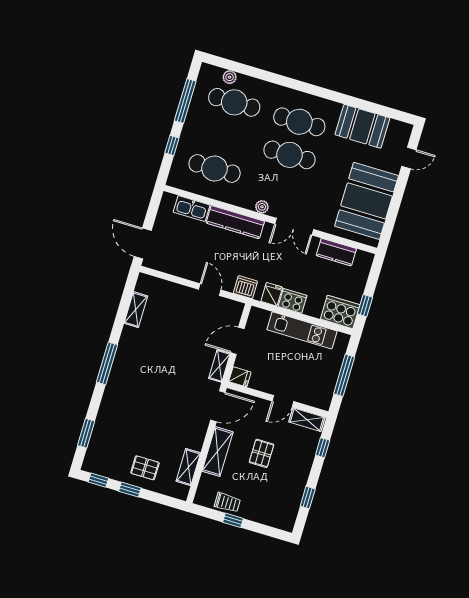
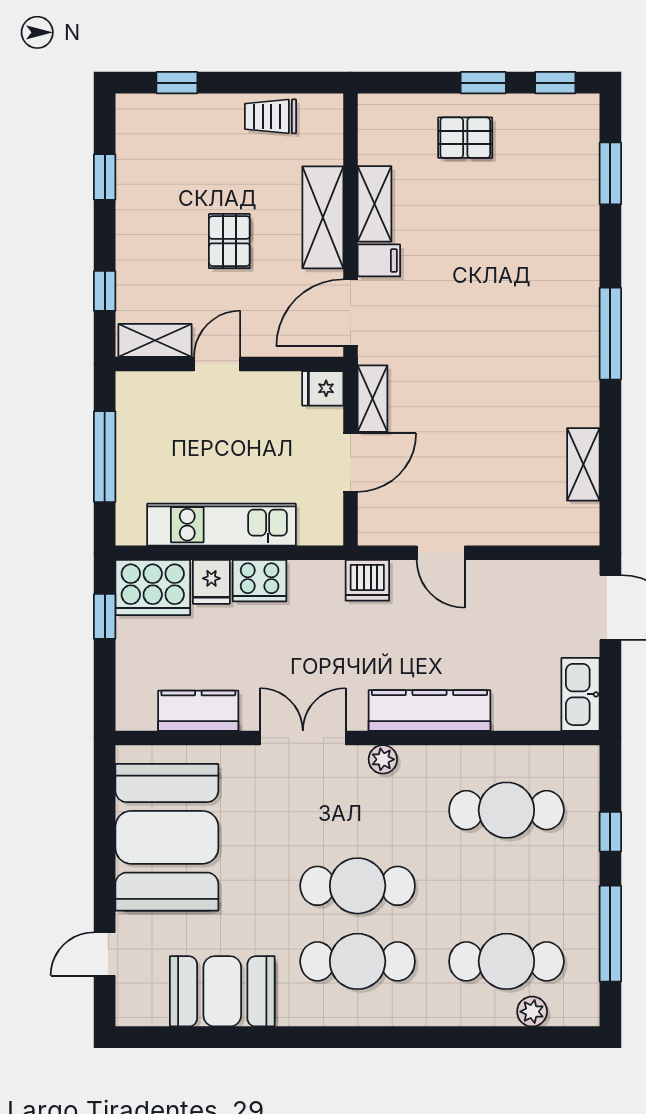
kitchen sink: (192, 209) -> (581, 694), moved, turned -90
fridge: (272, 294) -> (211, 582), moved
filing cabinet: (199, 425) -> (379, 260), added
shelving: (188, 467) -> (375, 204), moved
window: (233, 520) -> (177, 83), moved

